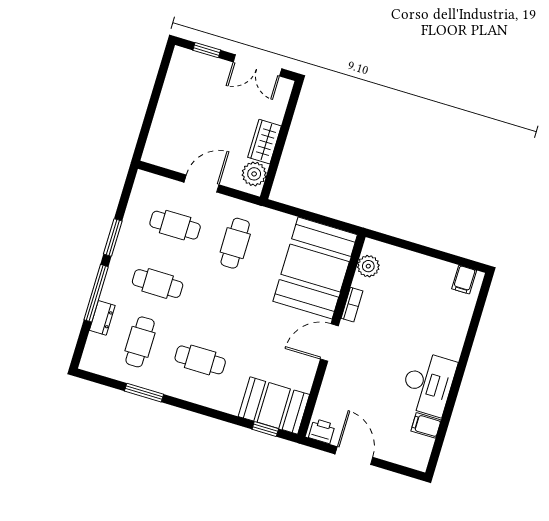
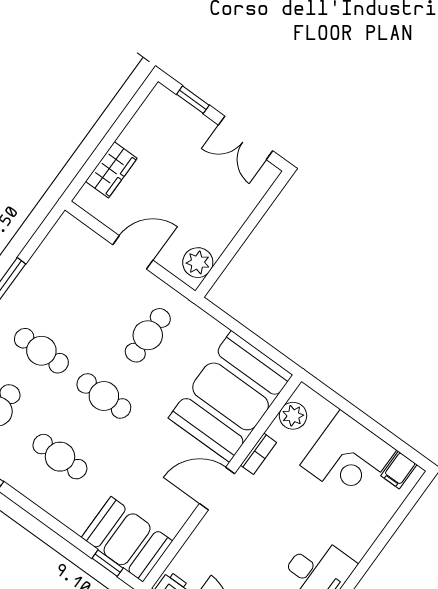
wardrobe: (264, 142) -> (111, 170), moved, turned 180
cafe table: (175, 225) -> (104, 396), moved
corner desk: (422, 284) -> (348, 458), added

